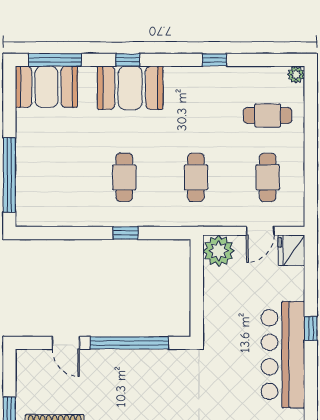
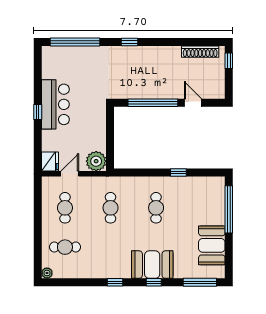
window: (214, 60) -> (115, 282), moved
booth: (46, 87) -> (212, 245), moved, turned 90
window: (126, 233) -> (178, 173), moved
bar counter: (283, 355) -> (55, 104), width x0.73

